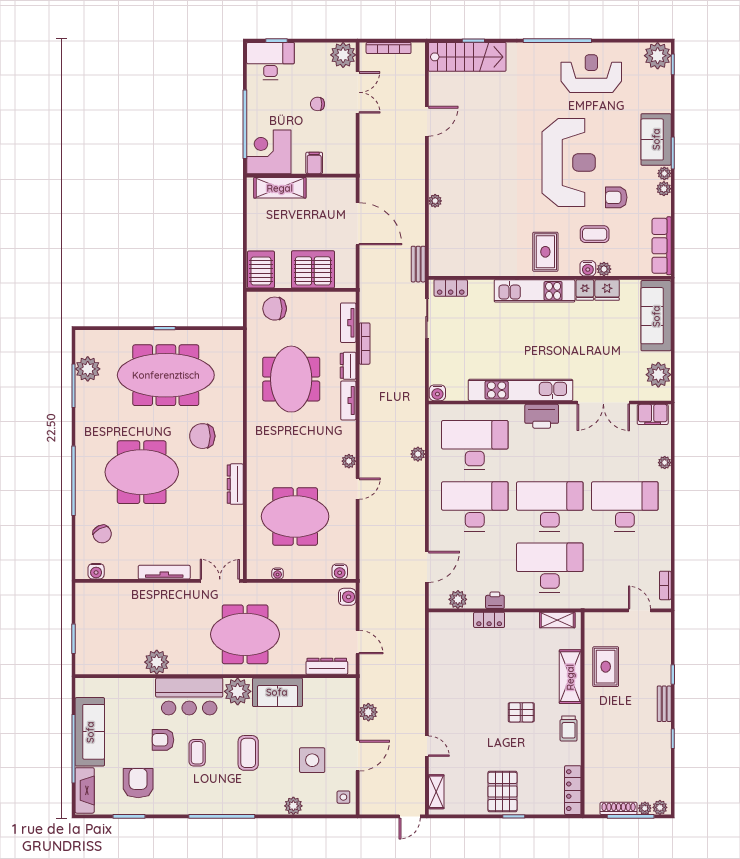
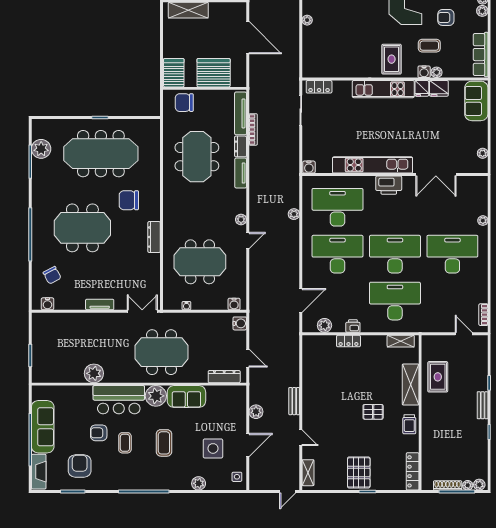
bench: (418, 264) -> (294, 401), moved
sofa: (656, 316) -> (476, 101), width x0.73
tv unit: (348, 323) -> (241, 113), width x1.41
plant: (658, 375) -> (483, 153), width x0.53, depth x0.53
filing cabinet: (653, 414) -> (474, 184), removed
tv unit: (164, 572) -> (100, 305), width x0.71

